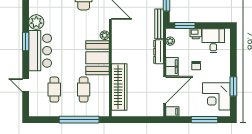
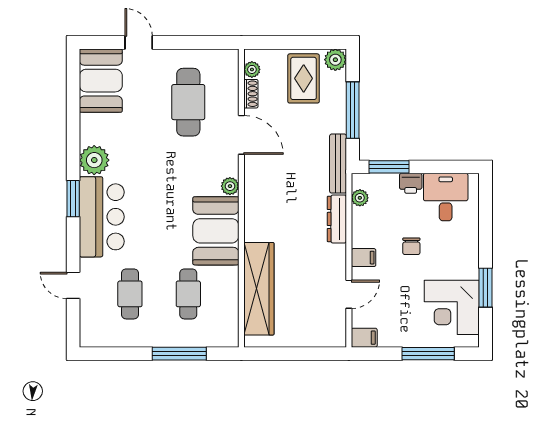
filing cabinet: (172, 67) -> (364, 258), width x0.50
door: (165, 90) -> (349, 294), width x0.53
window: (79, 120) -> (179, 354), width x0.68

